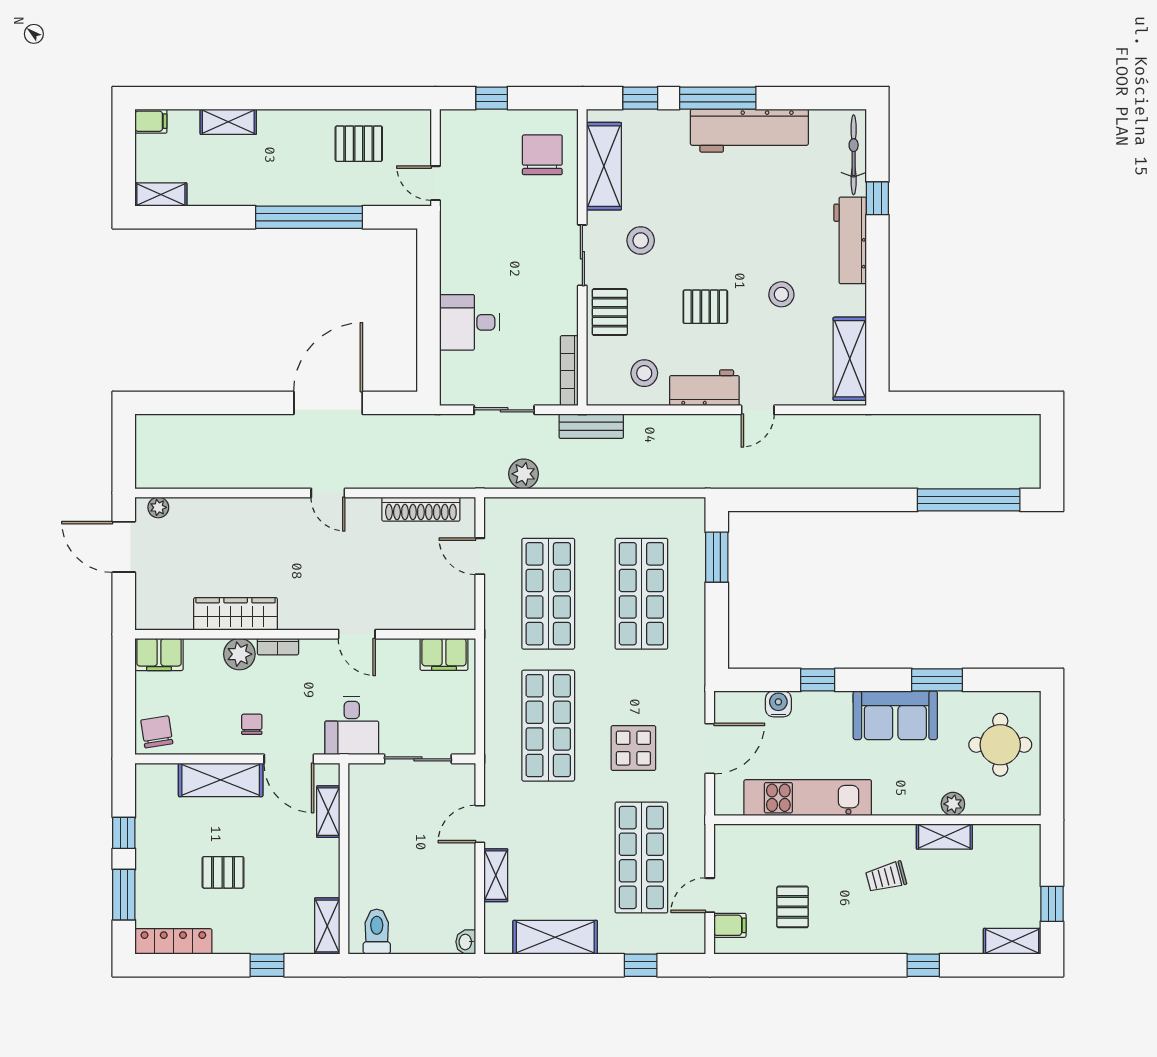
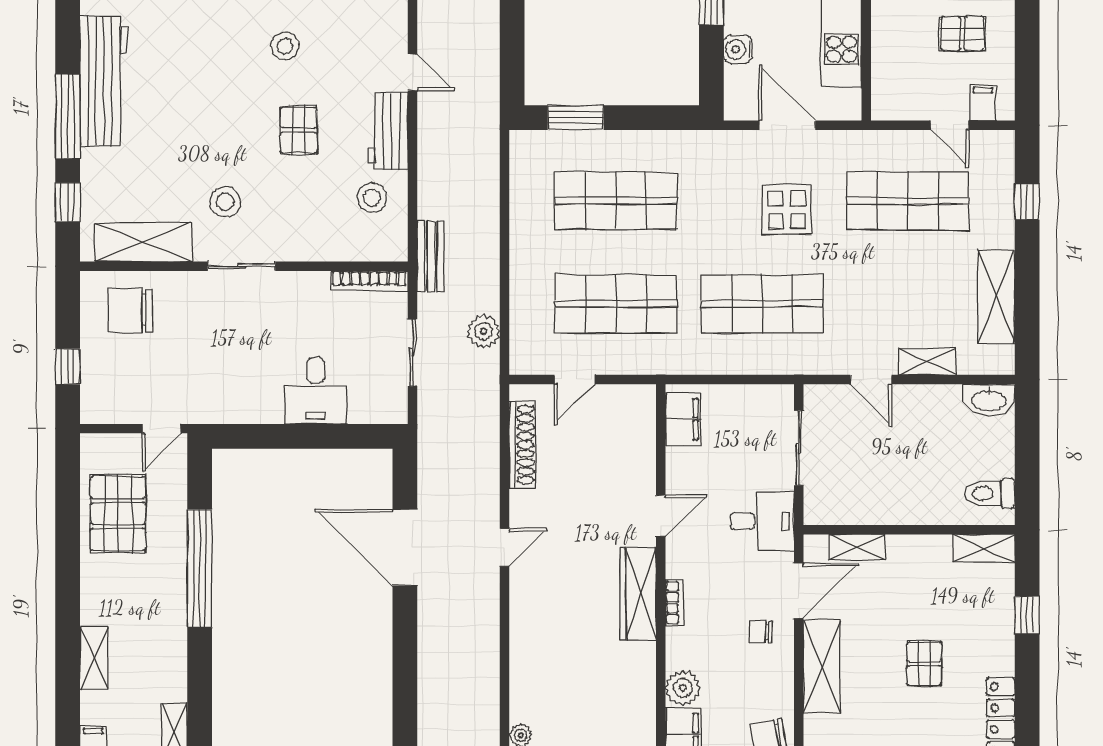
pallet: (359, 144) -> (118, 513), width x1.50, depth x1.42
pallet: (610, 312) -> (304, 236), removed
wardrobe: (236, 614) -> (638, 594), moved
plant: (239, 654) -> (683, 688), moved
washbasin: (466, 942) -> (989, 400), width x1.91, depth x1.45

